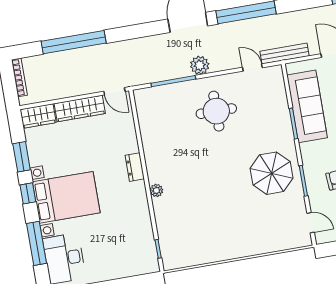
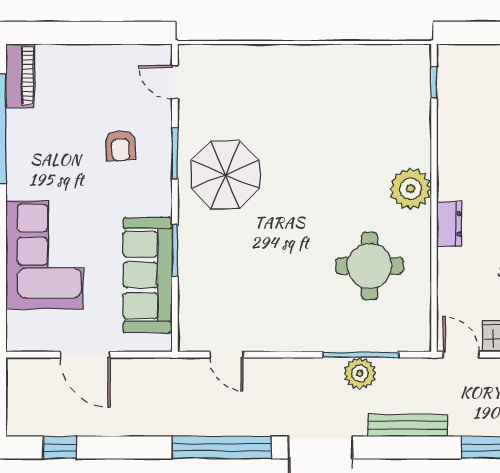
bench: (285, 54) -> (407, 425), moved
plant: (200, 65) -> (360, 373), moved
round table: (216, 111) -> (370, 266), moved
plant: (156, 190) -> (411, 189), width x1.87, depth x1.87

